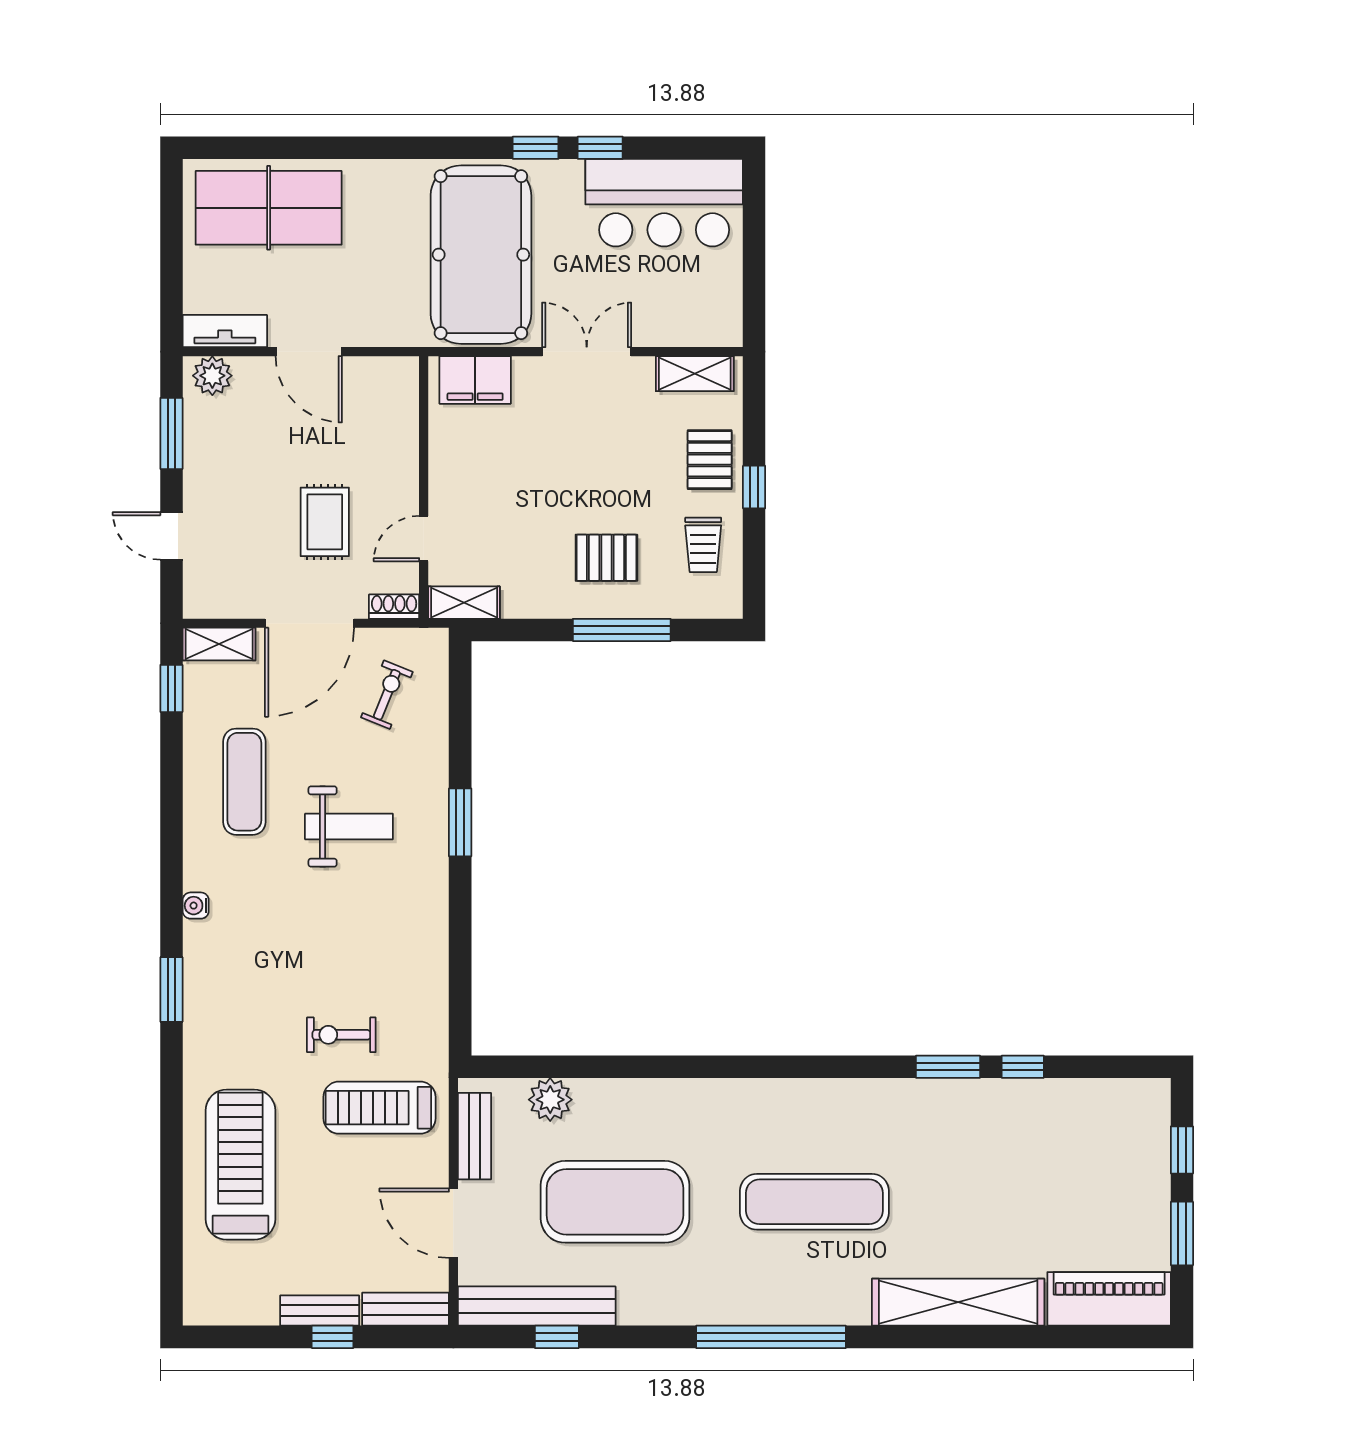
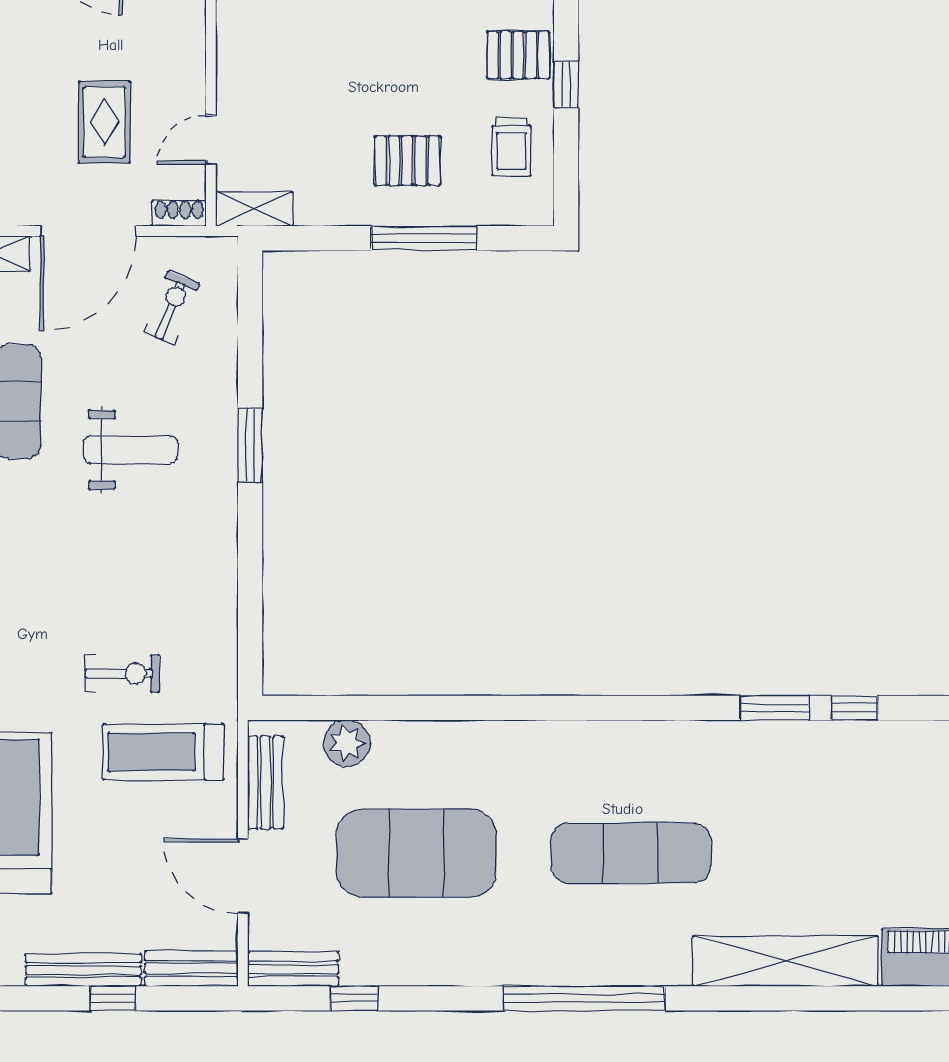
pallet: (710, 460) -> (518, 55), turned 90
exercise bike: (341, 1035) -> (122, 674), turned 180
bench: (537, 1306) -> (293, 969), width x0.54, depth x0.82
bench: (320, 1311) -> (83, 970), width x1.36

